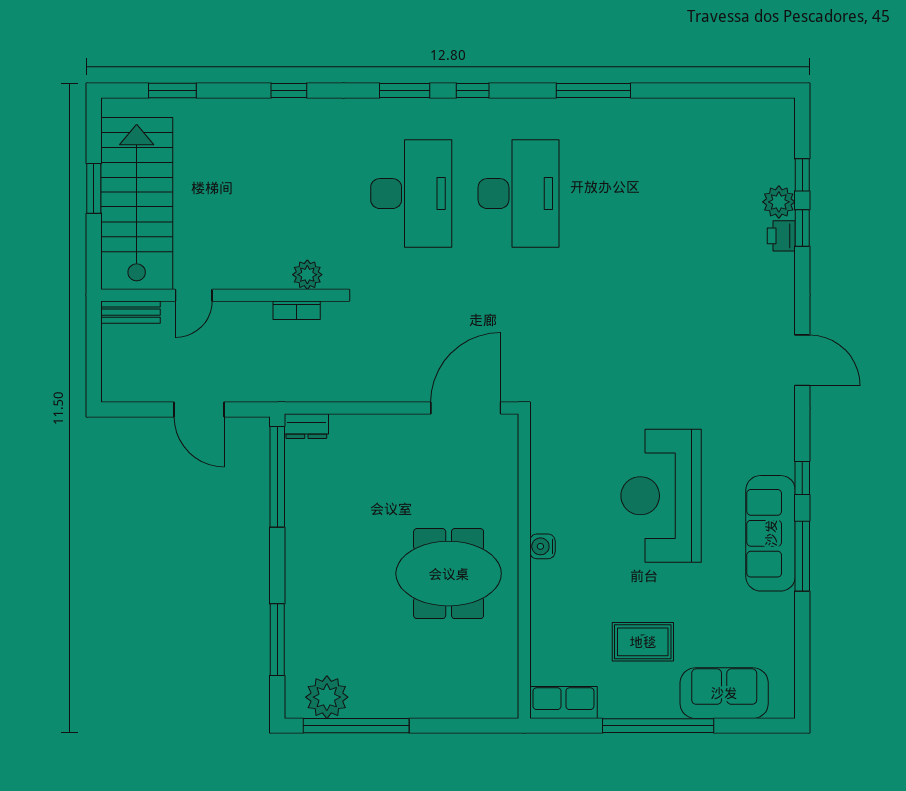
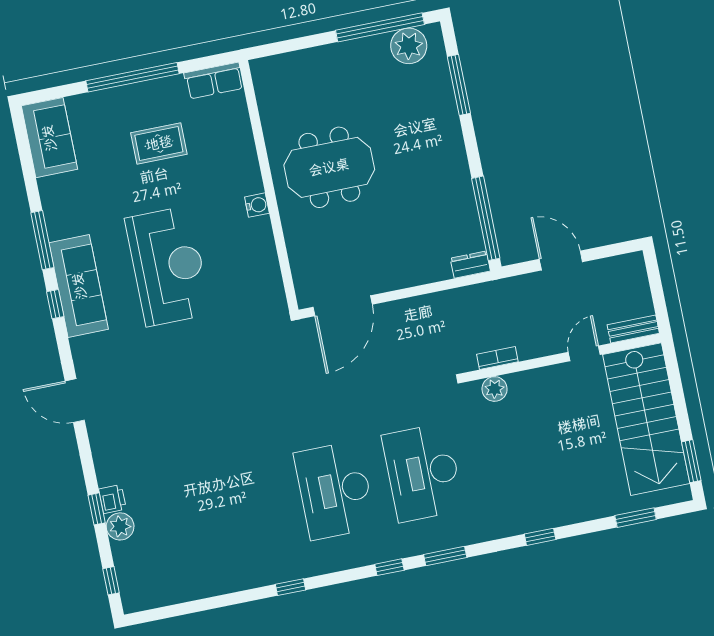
window: (593, 91) -> (291, 587), width x0.46
window: (802, 175) -> (111, 581), moved
window: (94, 188) -> (691, 461), moved
sofa: (771, 533) -> (79, 286), moved
sofa: (724, 693) -> (49, 138), moved, turned -90

